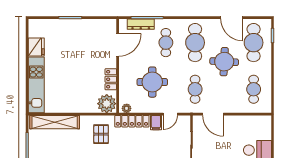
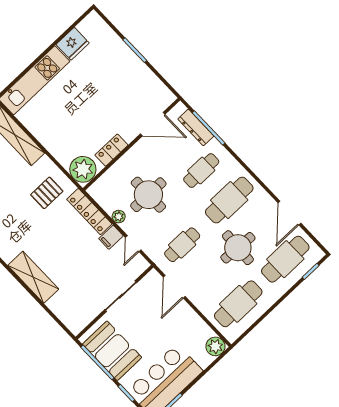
cafe table: (254, 89) -> (238, 304), width x1.37, depth x1.35
plant: (127, 108) -> (119, 217), moved
door: (170, 114) -> (133, 244), hinge flipped
plant: (264, 122) -> (215, 346), added

